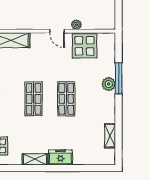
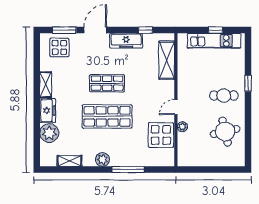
plant: (109, 84) -> (103, 160), moved
shop shelf: (66, 99) -> (107, 116), width x1.43, depth x1.36
plant: (83, 156) -> (49, 133), added

